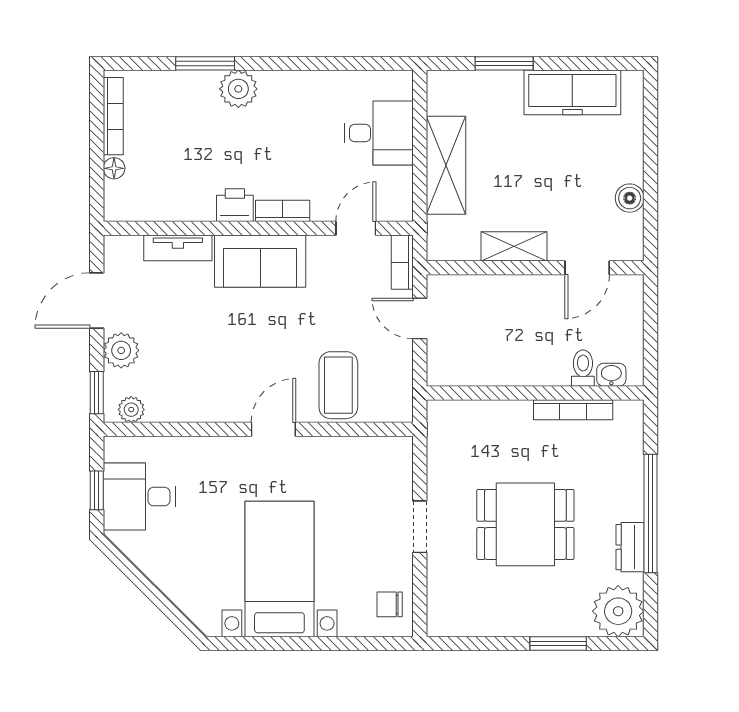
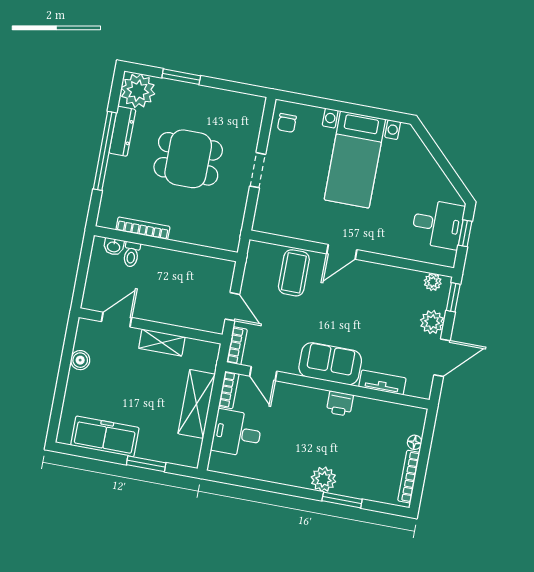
bookcase: (283, 211) -> (229, 390), moved, turned -90
door: (356, 228) -> (263, 374), hinge flipped
dresser: (630, 547) -> (122, 131), width x1.44
chair: (390, 604) -> (287, 123), turned 90

